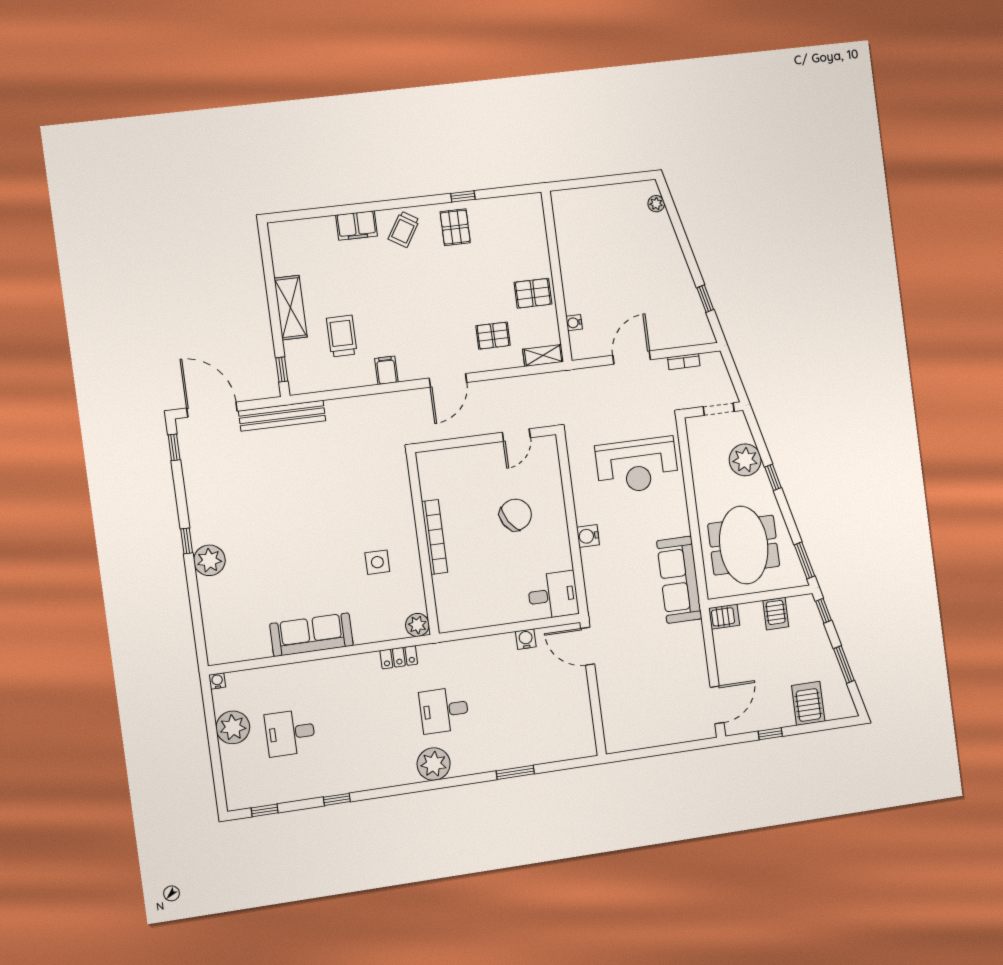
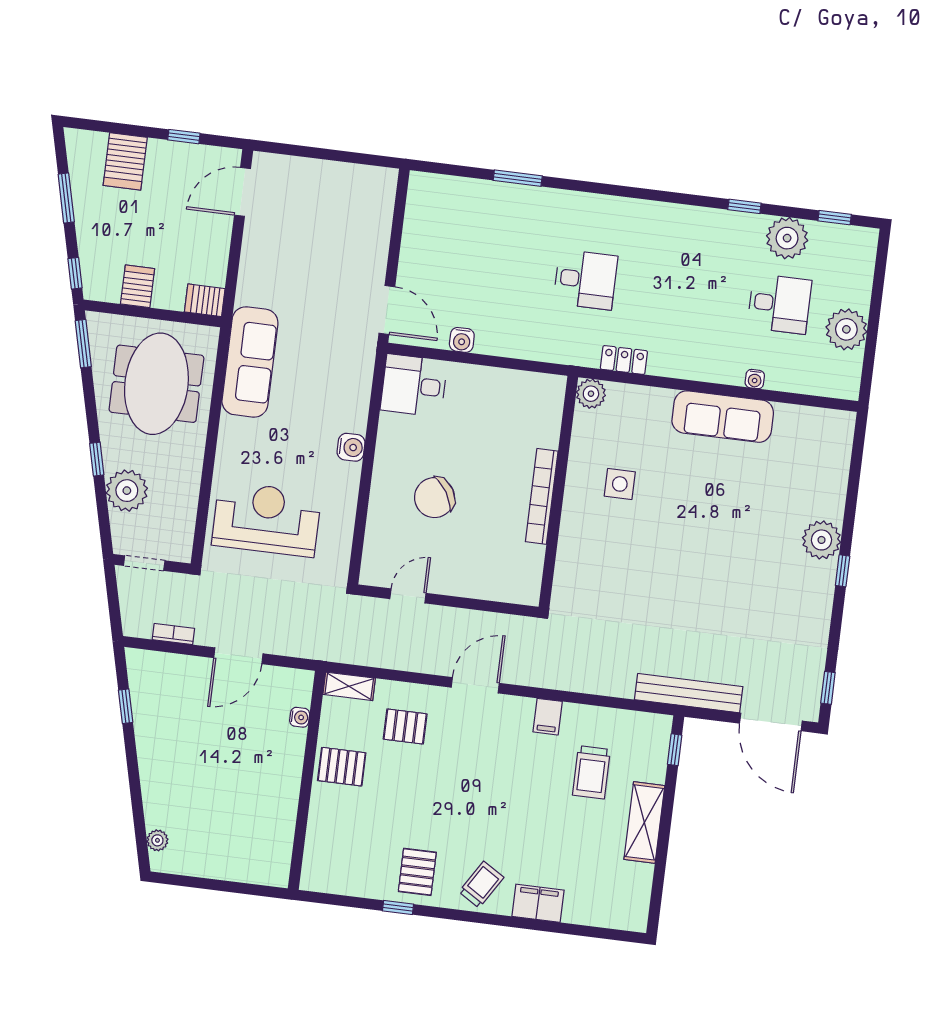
water cooler: (217, 681) -> (755, 379), moved
plant: (434, 764) -> (787, 238), moved

